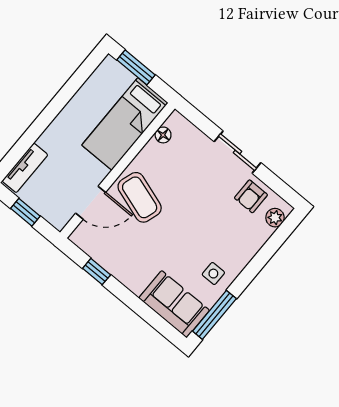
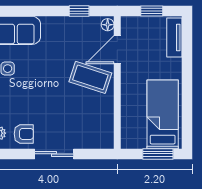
bed: (125, 124) -> (163, 114), moved
floor lamp: (163, 135) -> (108, 25), moved
armchair: (251, 196) -> (24, 134), turned 90

